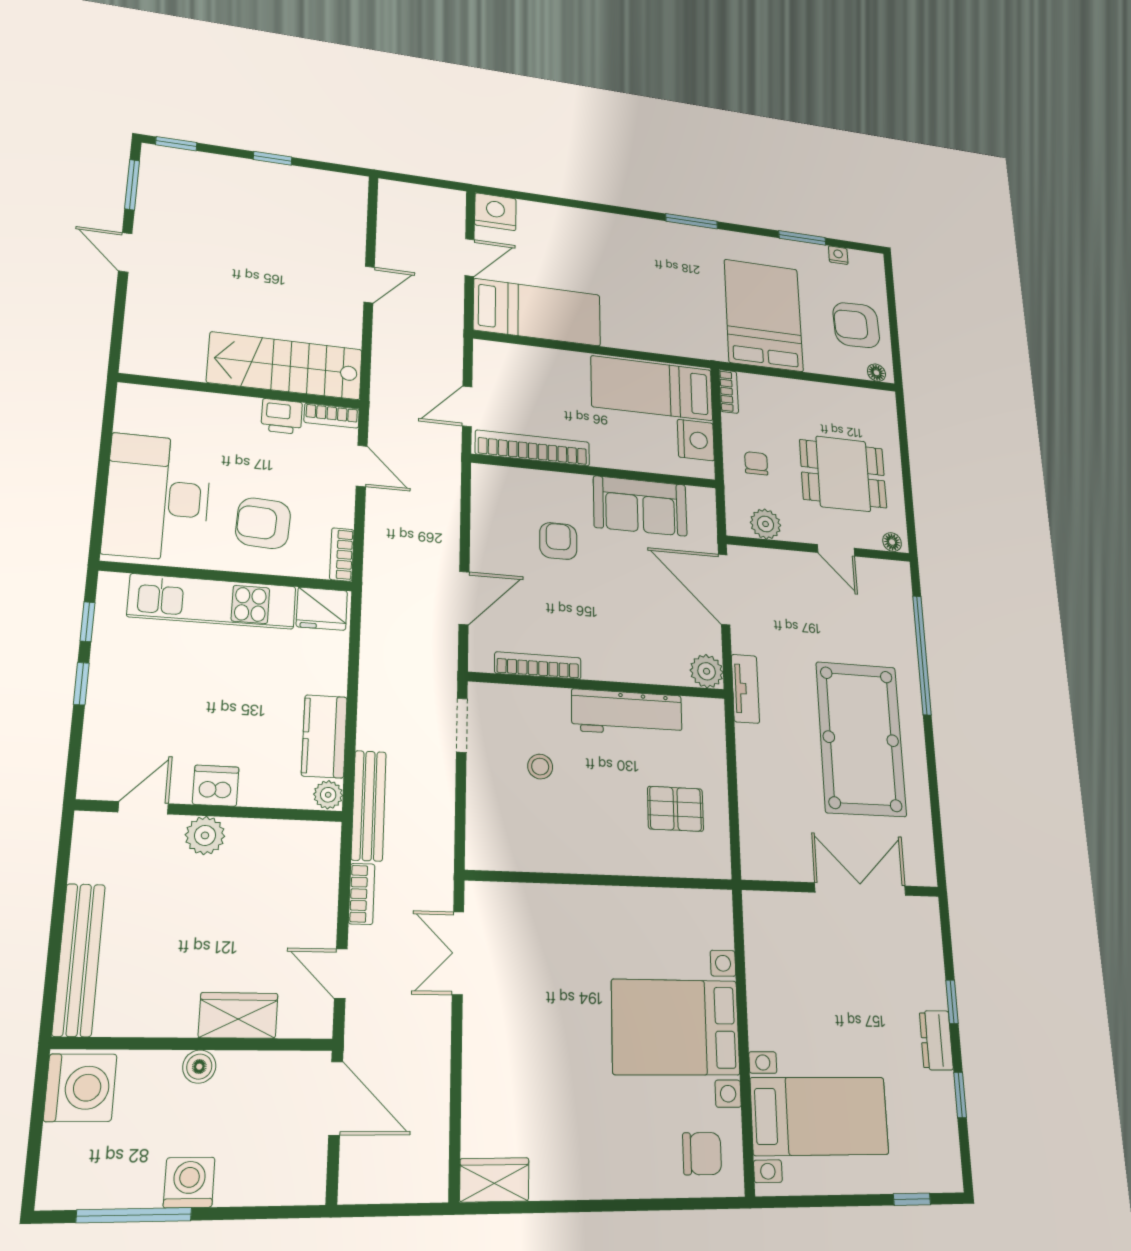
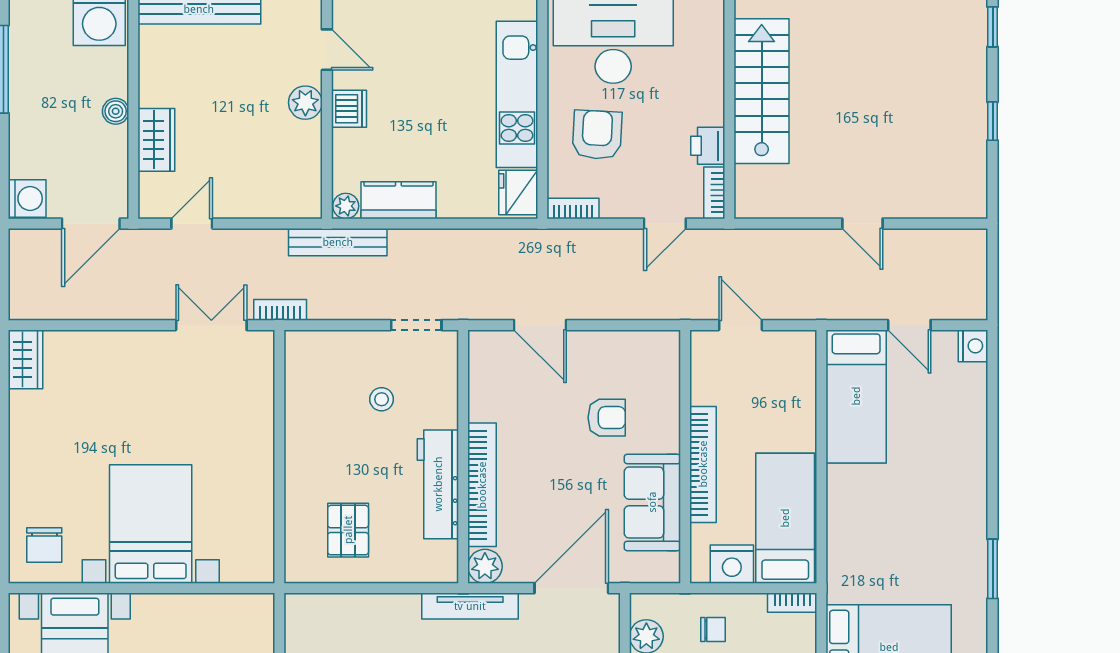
nightstand: (495, 212) -> (973, 346), width x0.74, depth x0.75
stairs: (285, 366) -> (762, 91), moved
bookcase: (533, 448) -> (703, 464), moved
bookcase: (538, 666) -> (482, 485), moved, width x1.48, depth x1.31
tv unit: (745, 689) -> (470, 606), width x1.41
bookcase: (362, 894) -> (280, 310), moved, turned 180
washing machine: (189, 1182) -> (27, 199), moved

